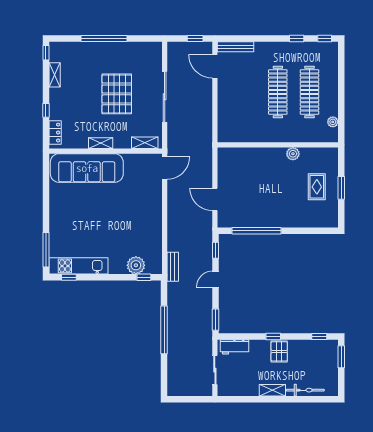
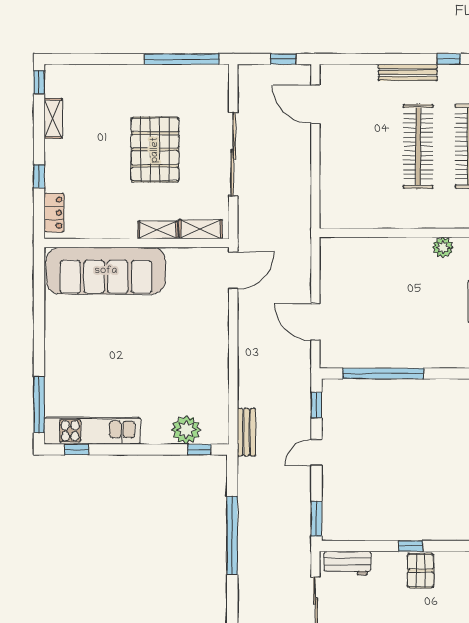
window: (104, 39) -> (182, 59), moved
bench: (235, 47) -> (408, 72), moved
shelving: (101, 143) -> (158, 230), moved

